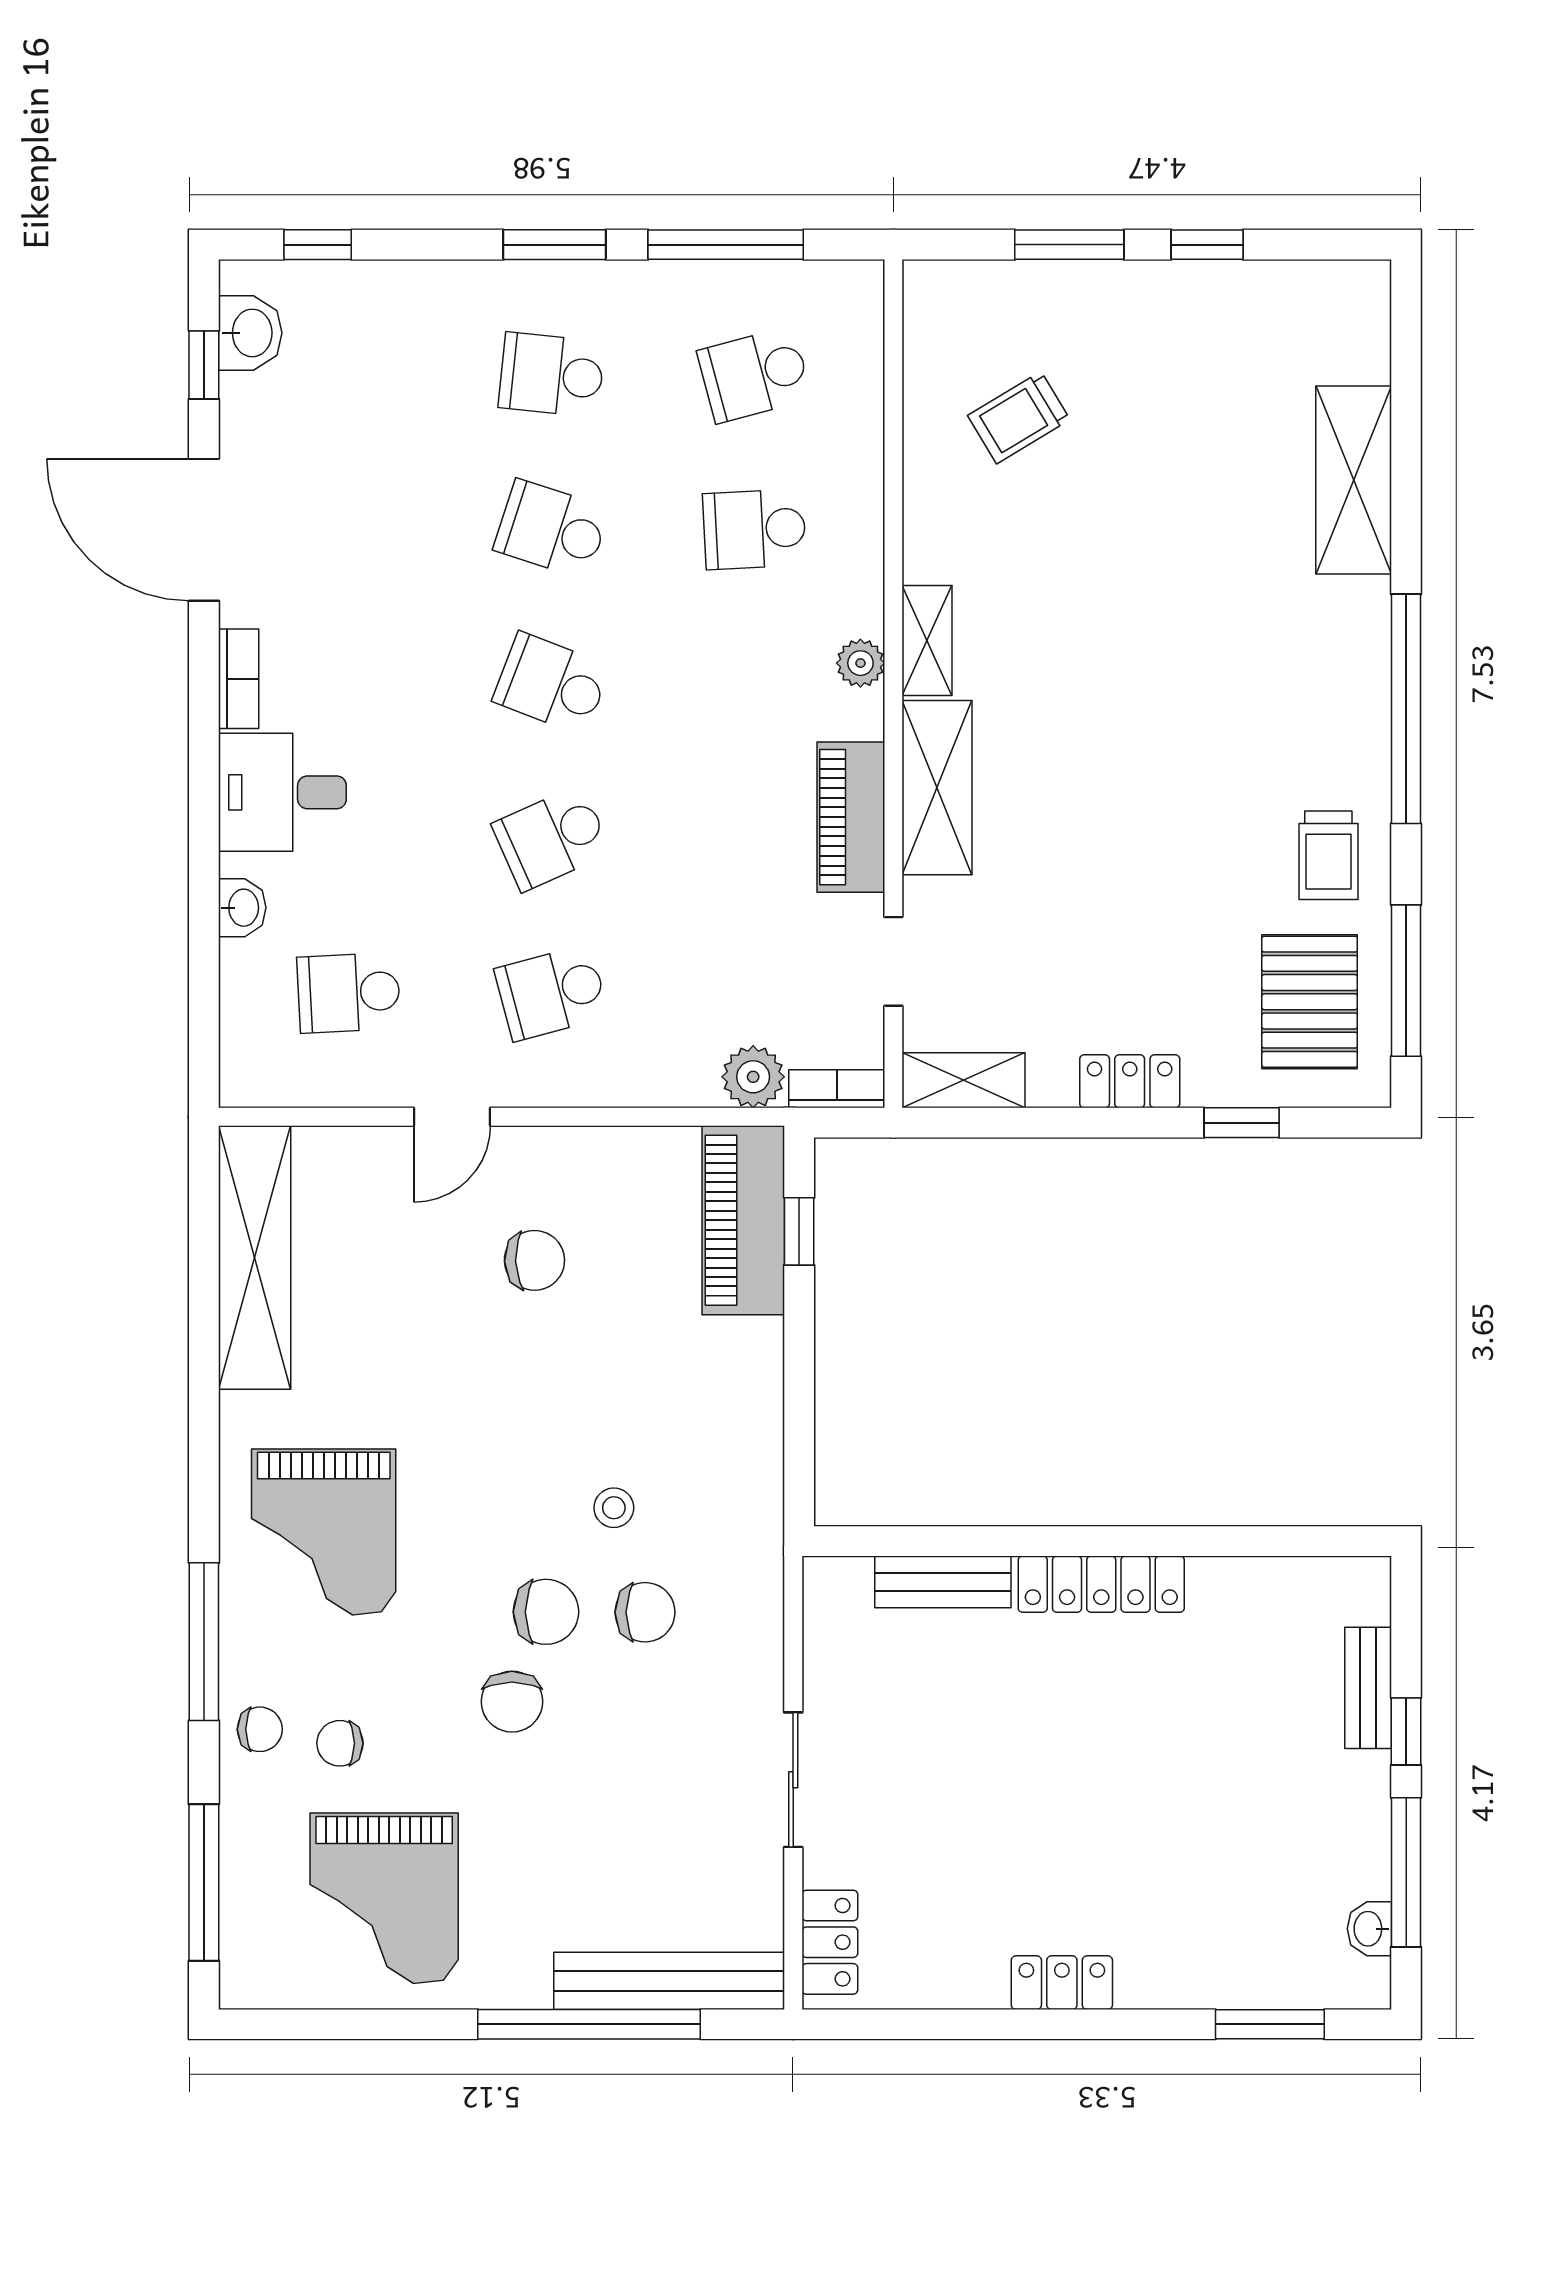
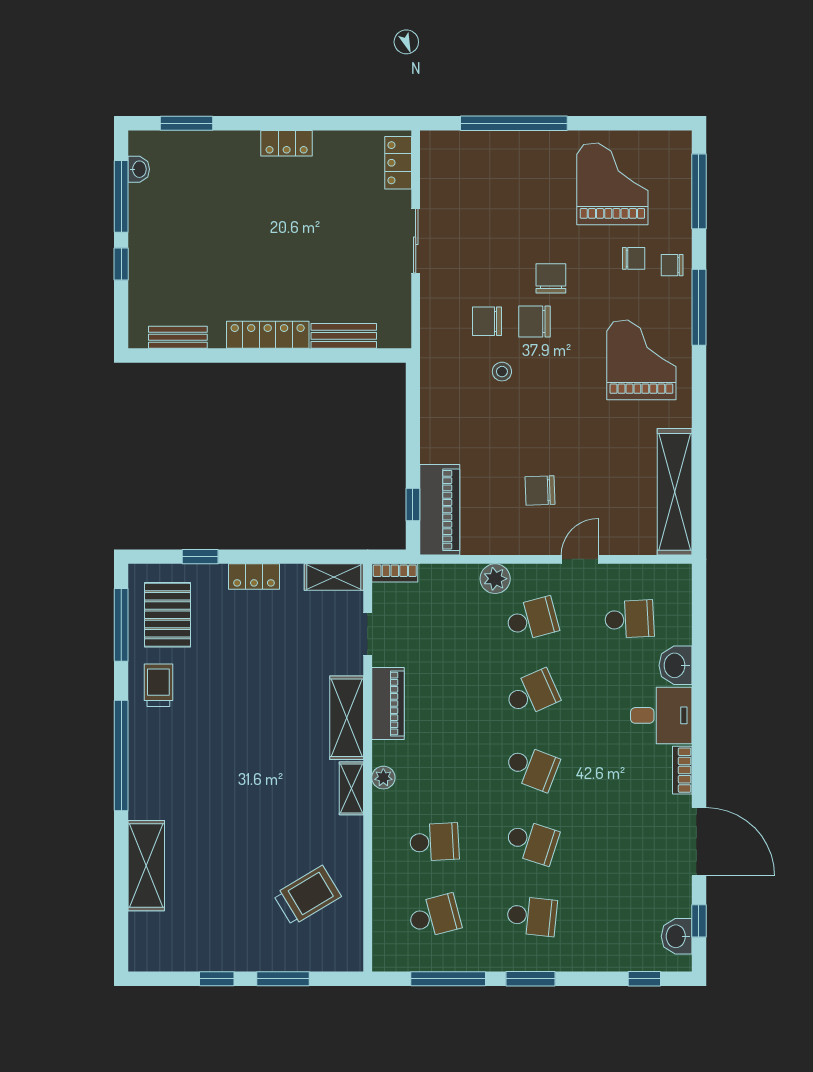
trolley: (1019, 418) -> (307, 896), width x1.36, depth x1.39
washbasin: (242, 908) -> (676, 665), width x1.38, depth x1.45
plant: (753, 1077) -> (495, 579), moved
bench: (1368, 1688) -> (178, 337), moved, turned 90
bench: (669, 1981) -> (475, 144), removed

